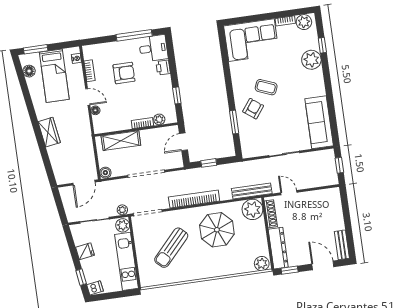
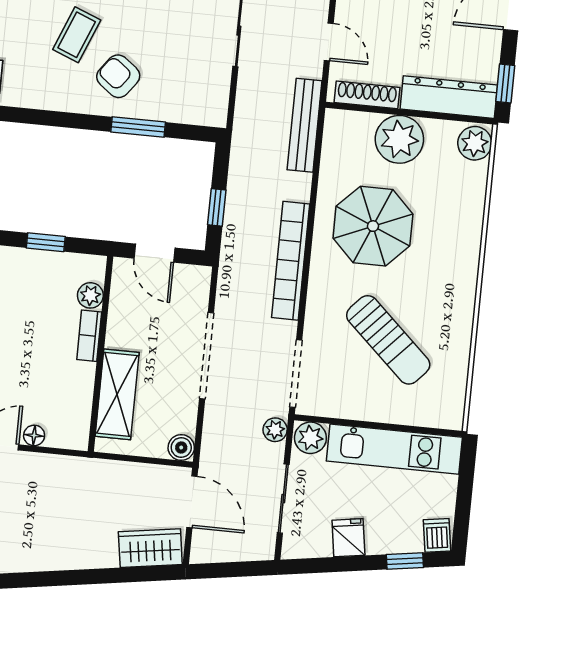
wardrobe: (49, 132) -> (150, 548), moved
door: (289, 193) -> (329, 42), swing flipped
plant: (252, 209) -> (399, 139), moved

